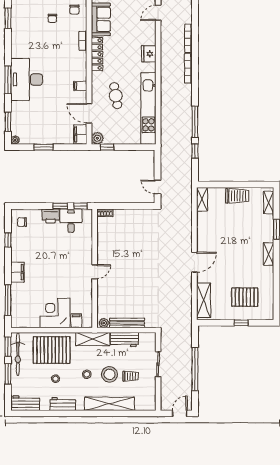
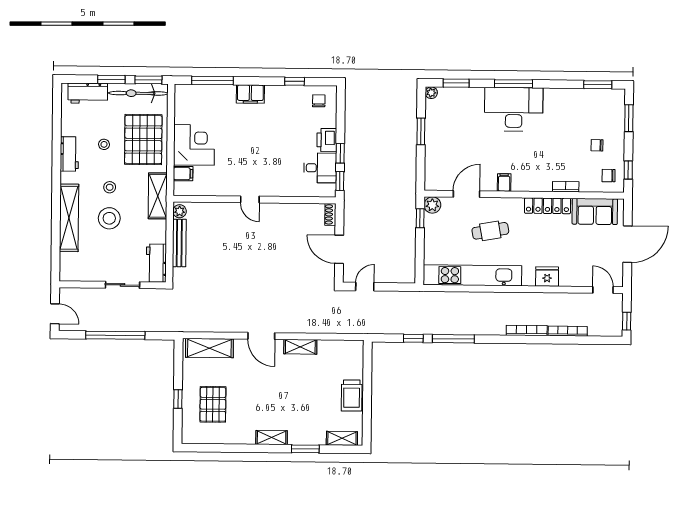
filing cabinet: (80, 134) -> (438, 182), removed
shelving: (202, 199) -> (300, 347), moved
door: (130, 206) -> (339, 249), added
workbench: (124, 340) -> (156, 263), moved
trolley: (131, 376) -> (106, 247), removed
workbench: (25, 403) -> (88, 93), moved, turned 90

